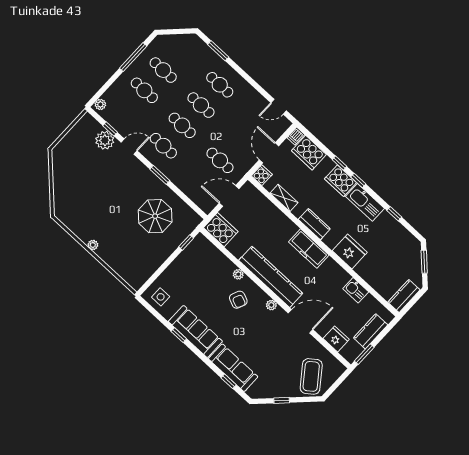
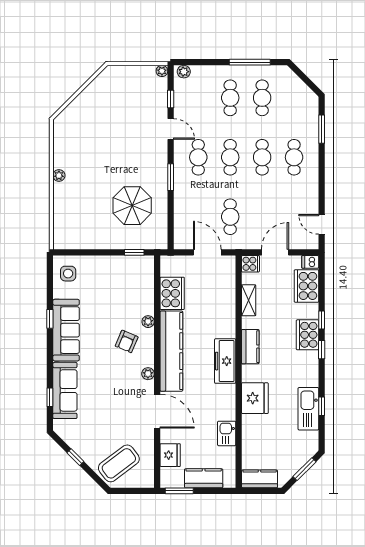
plant: (105, 140) -> (162, 71), moved, width x0.53, depth x0.53
kitchen sink: (365, 202) -> (308, 409), moved
cooker: (221, 230) -> (172, 293), moved

